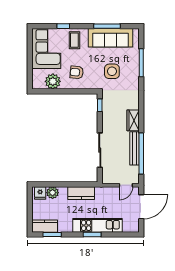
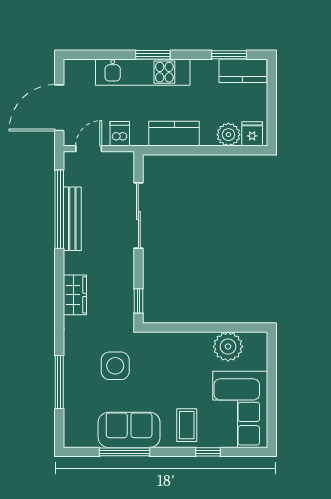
sofa: (111, 38) -> (129, 430), width x0.73
armchair: (77, 72) -> (182, 364), removed
wardrobe: (133, 120) -> (75, 295), moved
dishwasher: (110, 193) -> (120, 134), added

